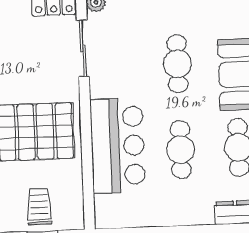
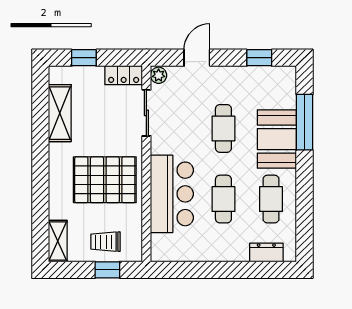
trolley: (39, 207) -> (106, 242), turned -90

